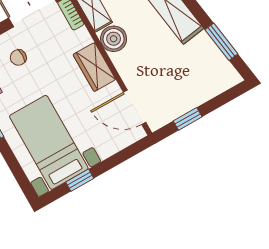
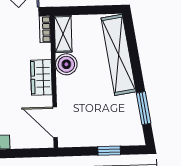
window: (188, 119) -> (109, 151), moved

